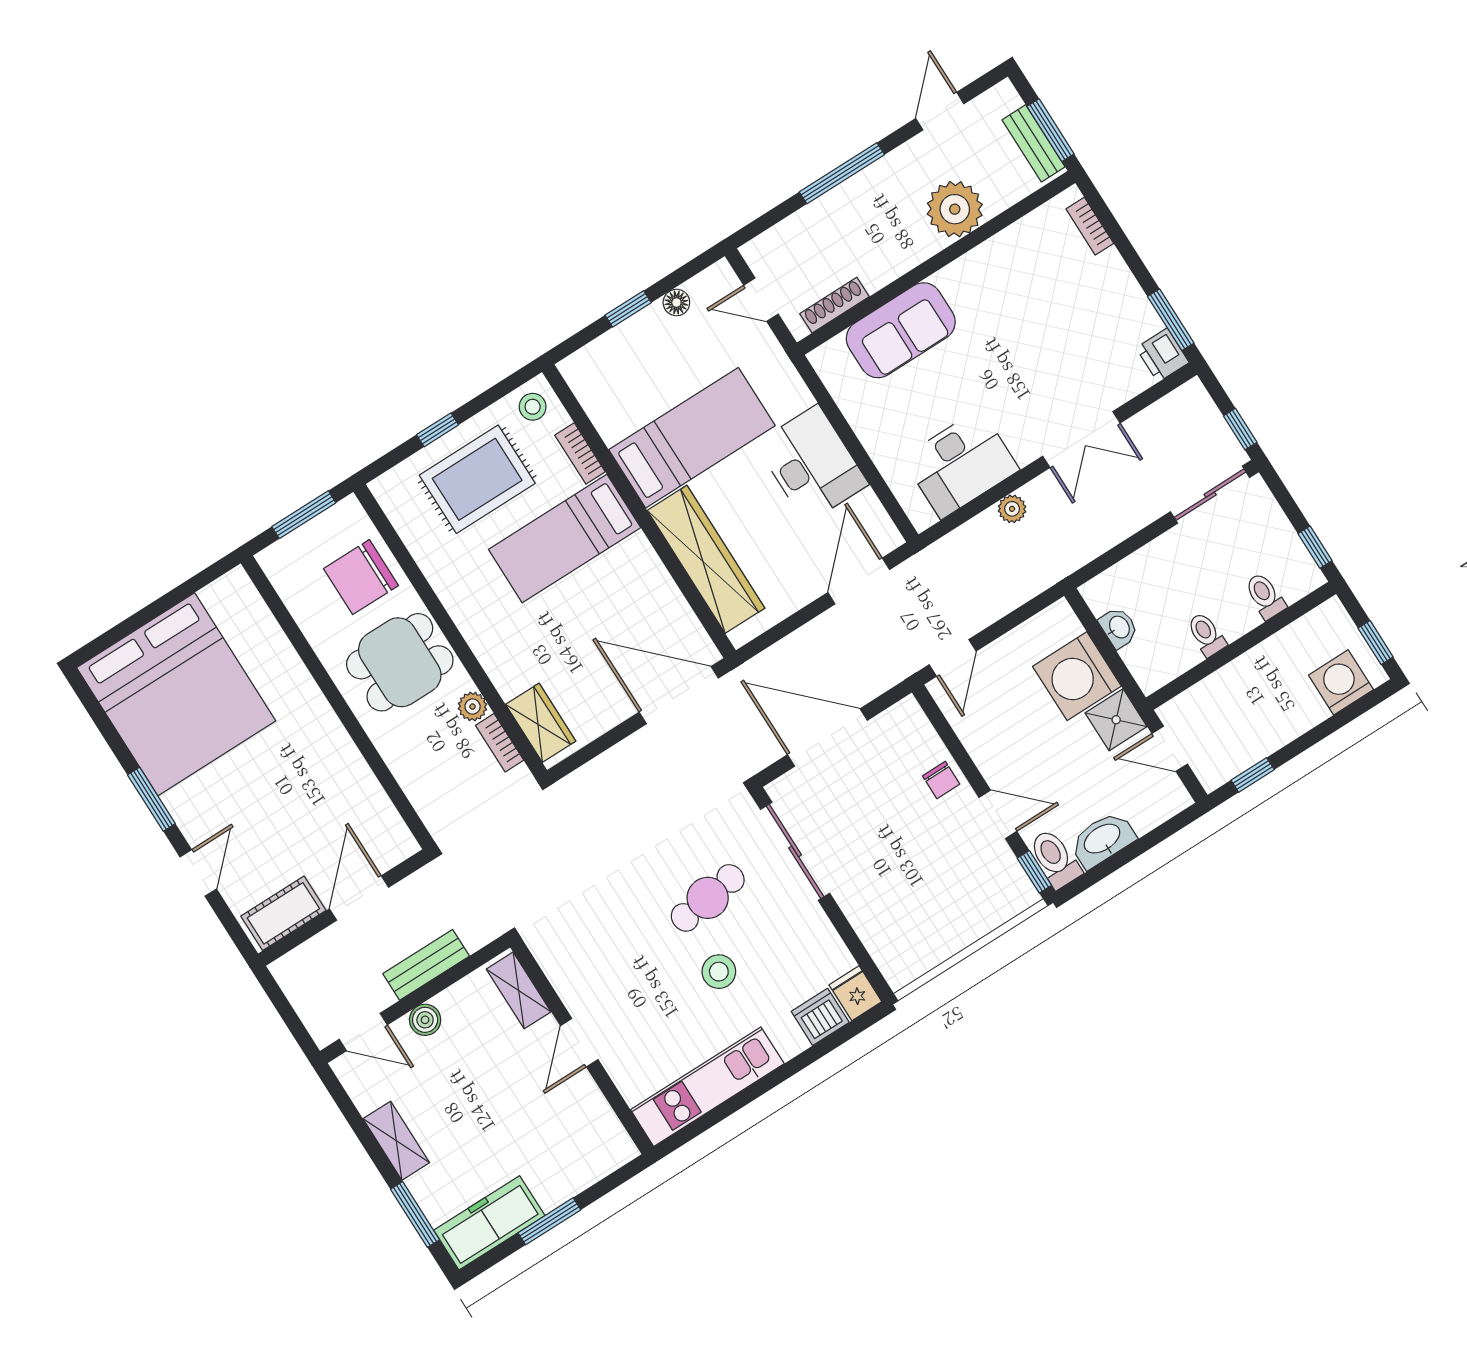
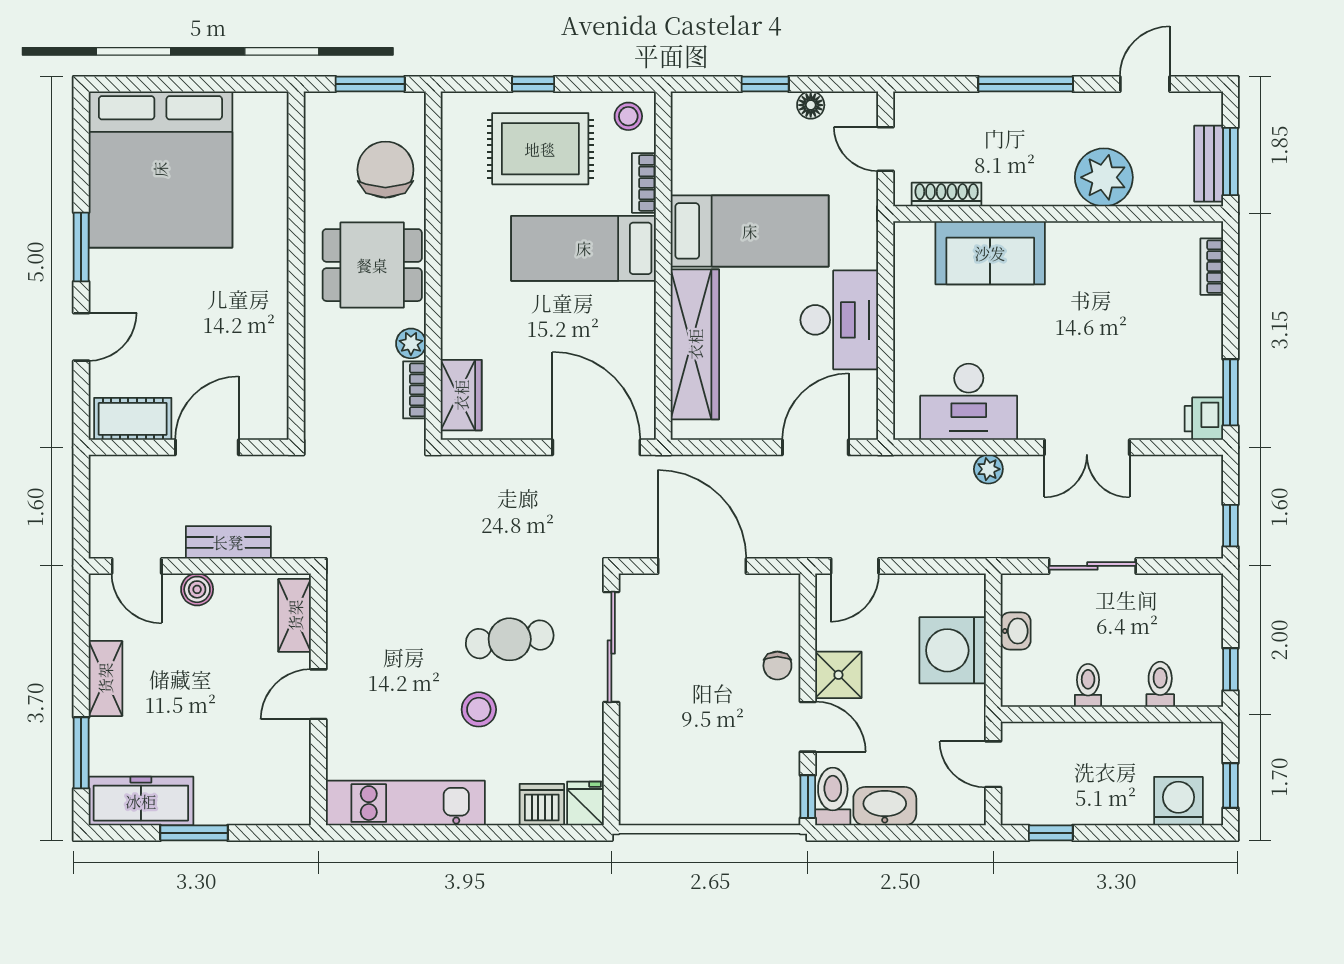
sliding door: (1210, 495) -> (1092, 566), moved
chair: (361, 577) -> (385, 170), turned 90
shower: (1116, 720) -> (838, 675), moved

